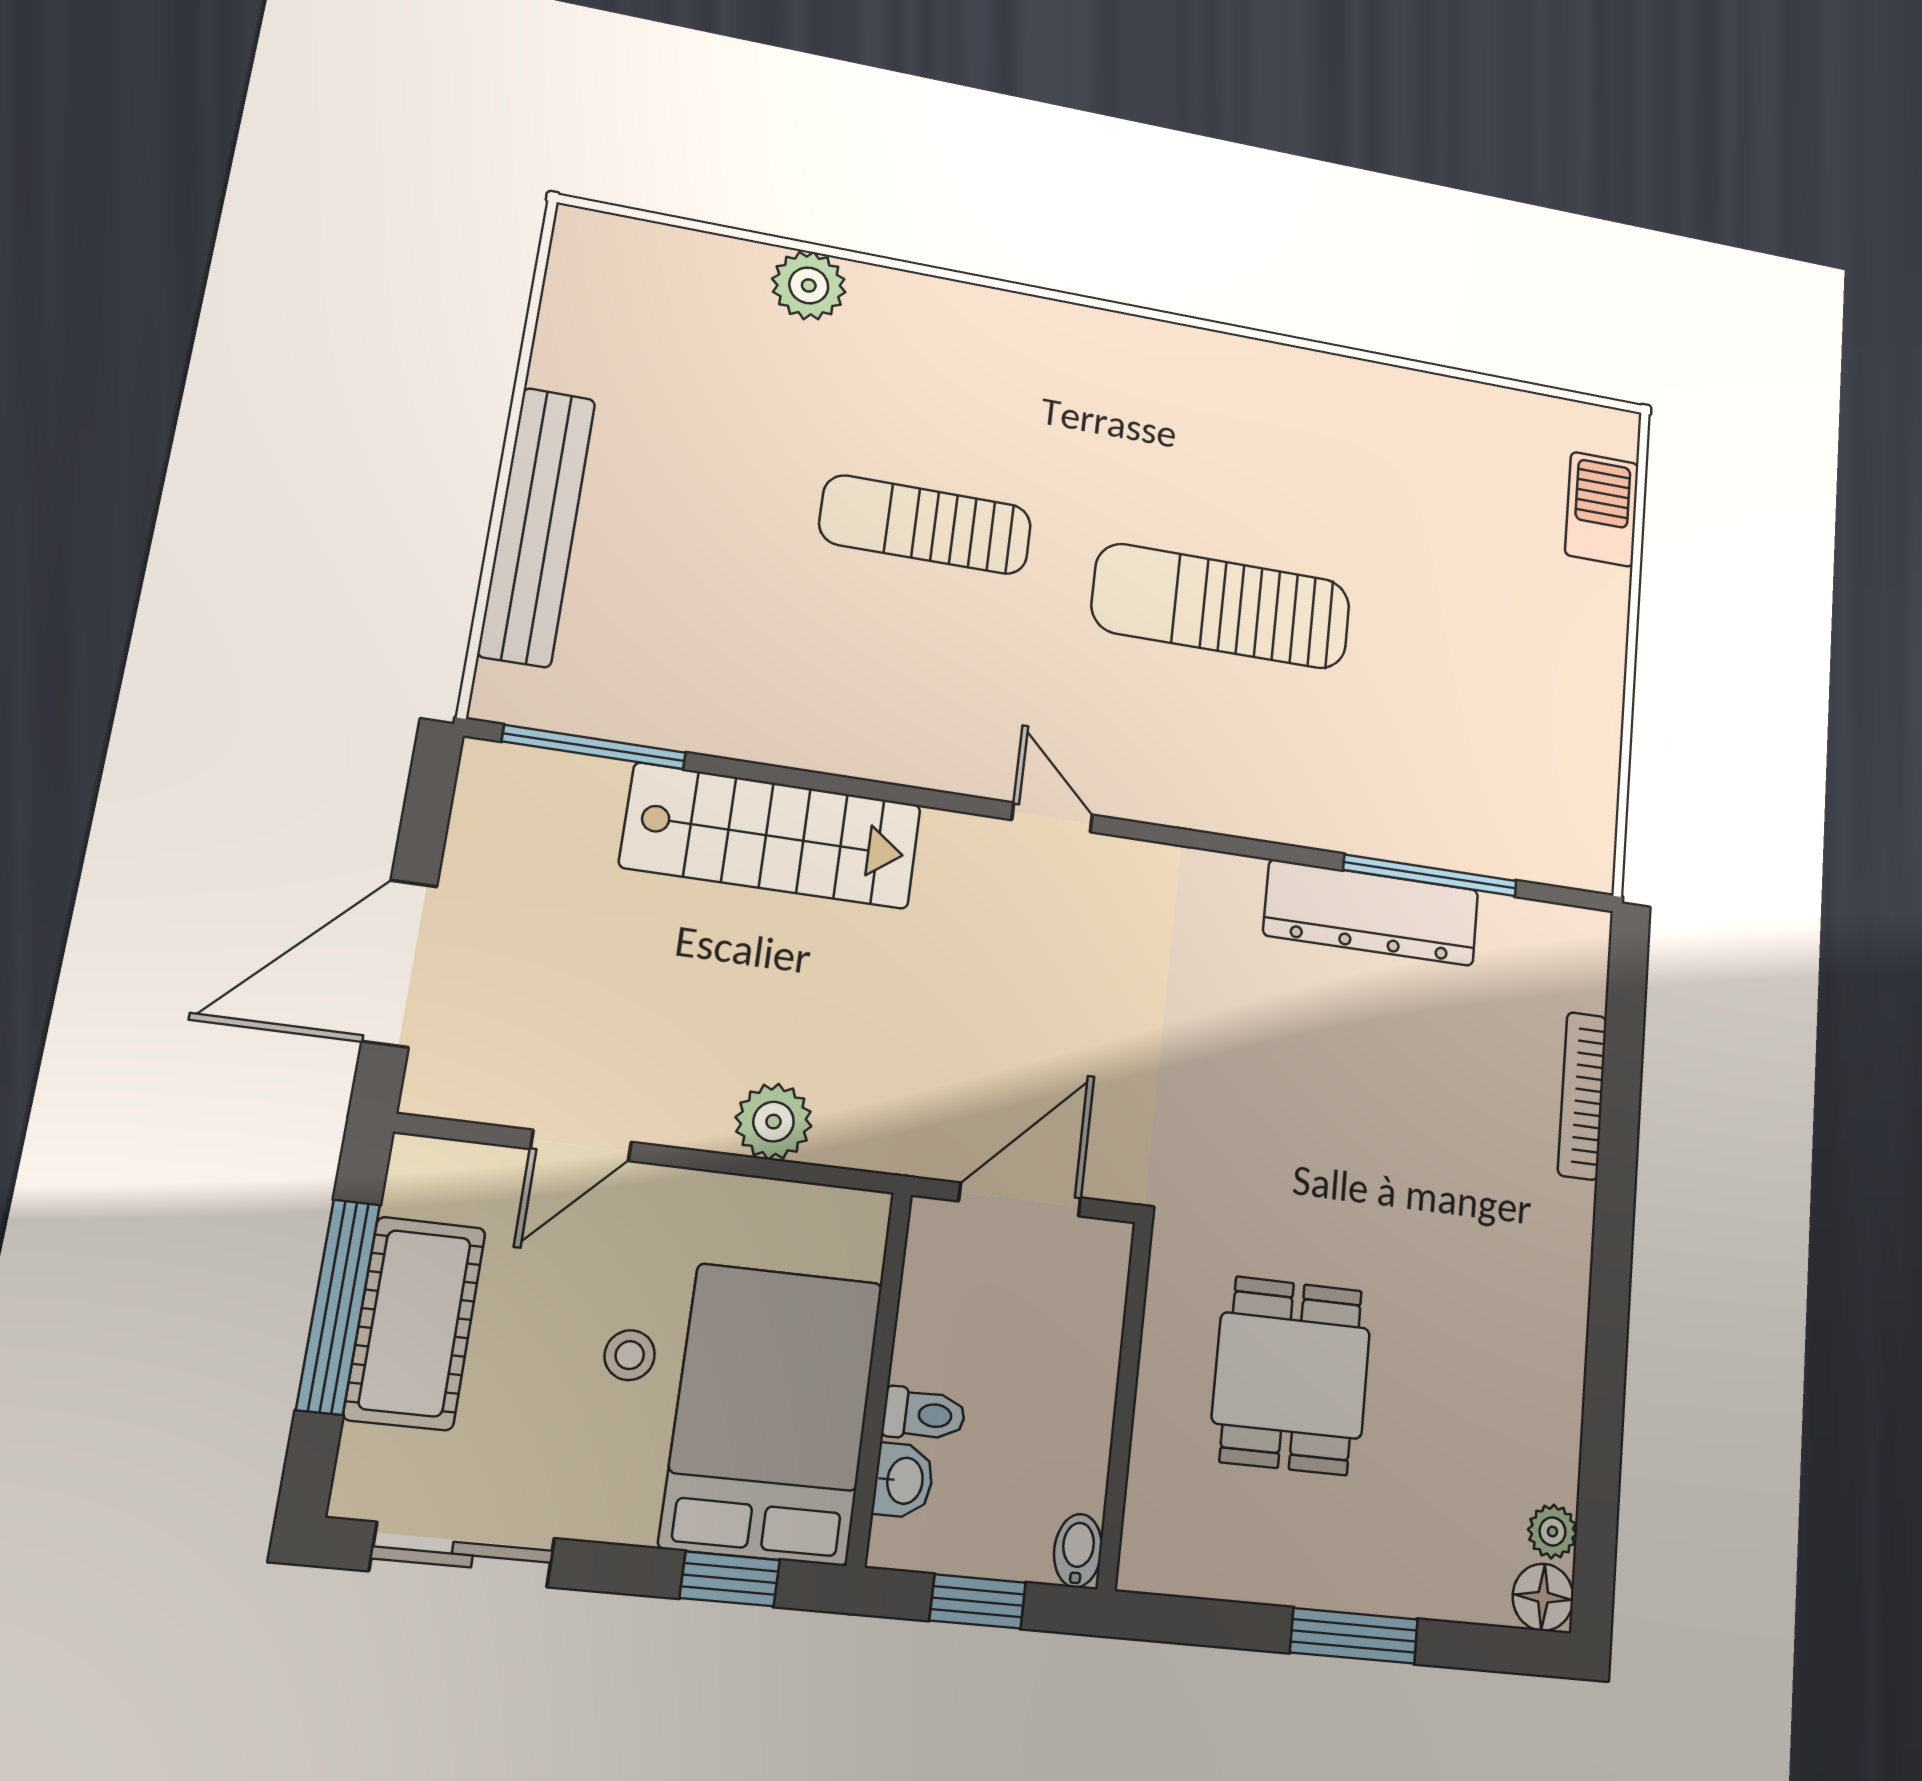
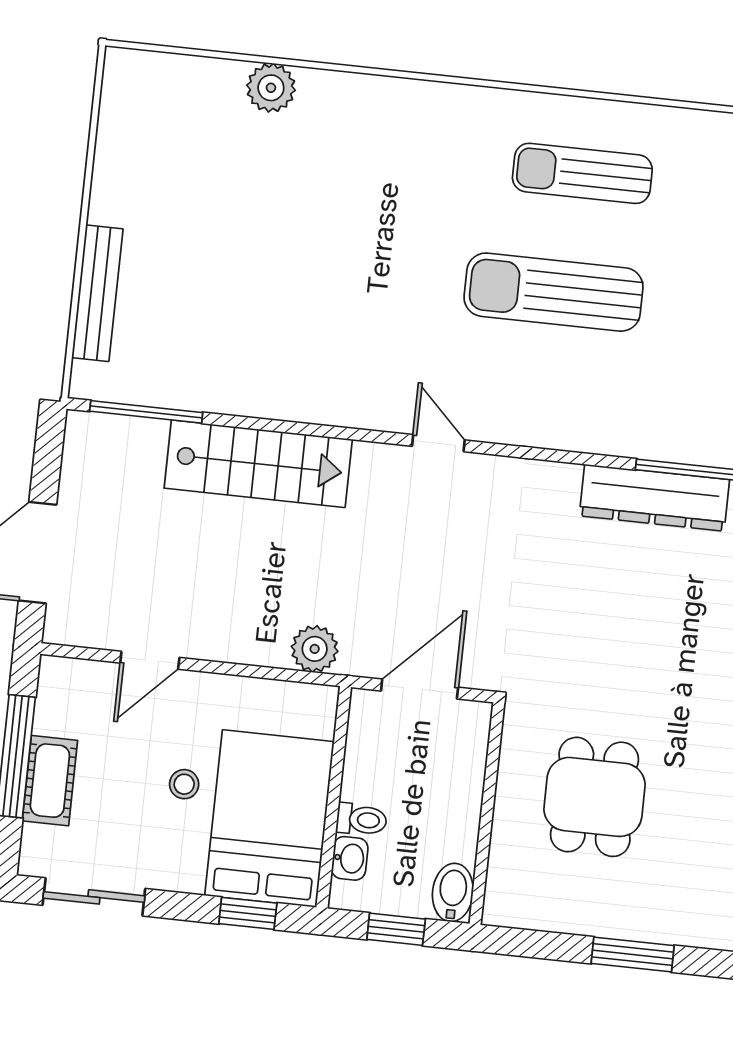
sun lounger: (926, 525) -> (582, 173), moved
bench: (537, 526) -> (97, 293), width x0.73, depth x0.82
plant: (773, 1122) -> (315, 649), moved
cot: (415, 1323) -> (50, 781), width x0.73, depth x0.75
bidet: (1078, 1551) -> (453, 893), width x1.38, depth x1.36

